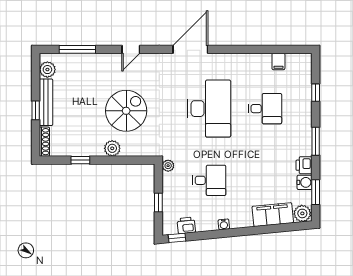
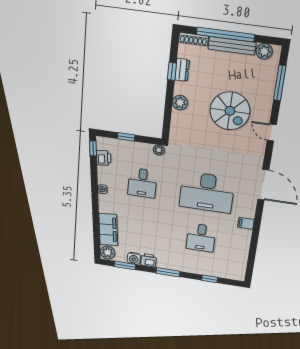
filing cabinet: (278, 61) -> (246, 223), moved
window: (36, 110) -> (225, 35), width x3.17
spiral stairs: (126, 111) -> (230, 111), moved
dresser: (77, 150) -> (182, 70), added

